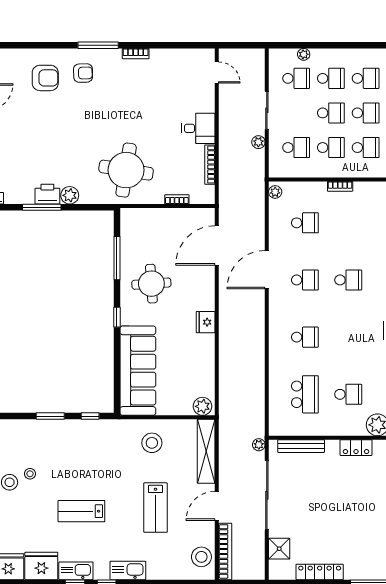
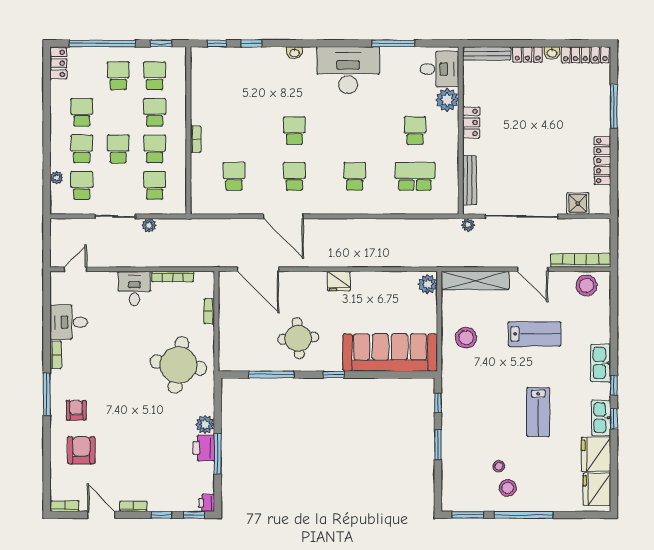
desk: (167, 66) -> (69, 322), added
school desk: (366, 113) -> (118, 112), removed
plant: (275, 192) -> (202, 208), removed

